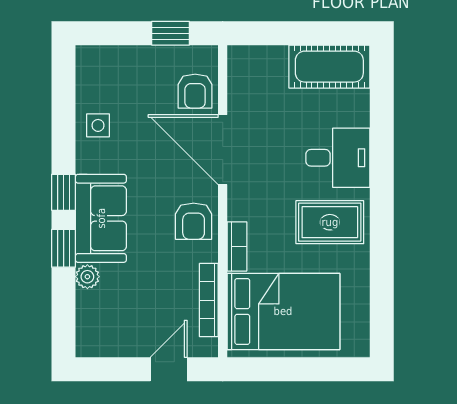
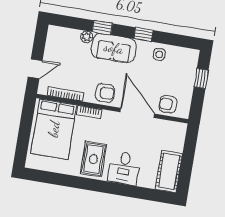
window: (171, 33) -> (201, 78), moved
door: (223, 150) -> (137, 113), hinge flipped
window: (64, 192) -> (143, 35), moved
armchair: (194, 221) -> (105, 93), turned 180
door: (169, 369) -> (35, 69), hinge flipped

